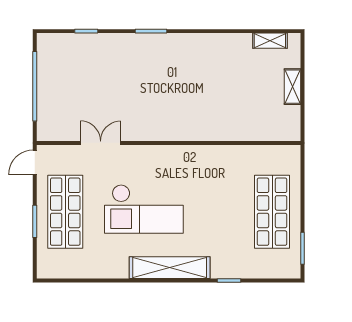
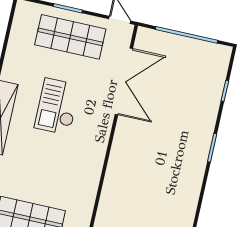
double door: (101, 143) -> (124, 81), width x1.87
checkout: (144, 209) -> (57, 107), width x0.73, depth x0.83

